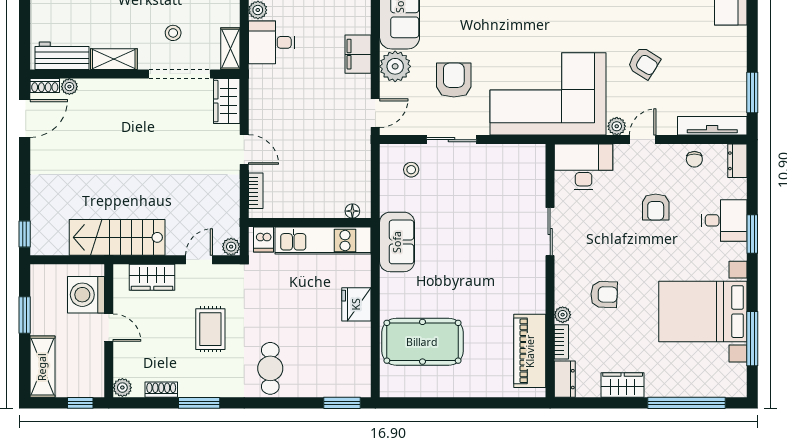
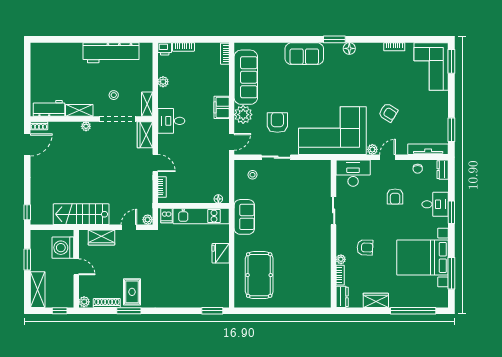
desk: (272, 42) -> (171, 121), moved
plant: (69, 87) -> (86, 126), moved
rug: (210, 329) -> (132, 292), moved
pool table: (422, 342) -> (259, 275), turned 90
piano: (530, 351) -> (322, 280), removed
cafe table: (270, 368) -> (170, 291), removed
shoe rack: (161, 390) -> (107, 303), width x1.43

